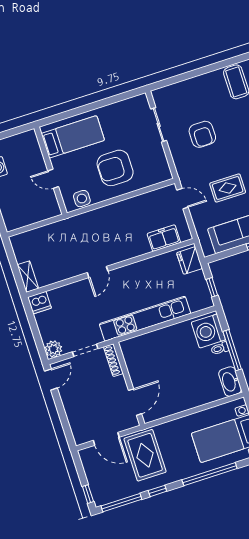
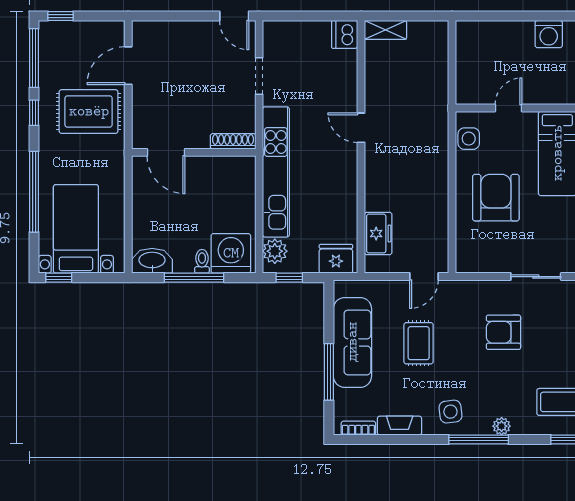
plant: (53, 349) -> (275, 251), moved
shoe rack: (113, 360) -> (233, 141), moved
wall: (129, 384) -> (194, 152), moved
door: (135, 402) -> (166, 152), moved

